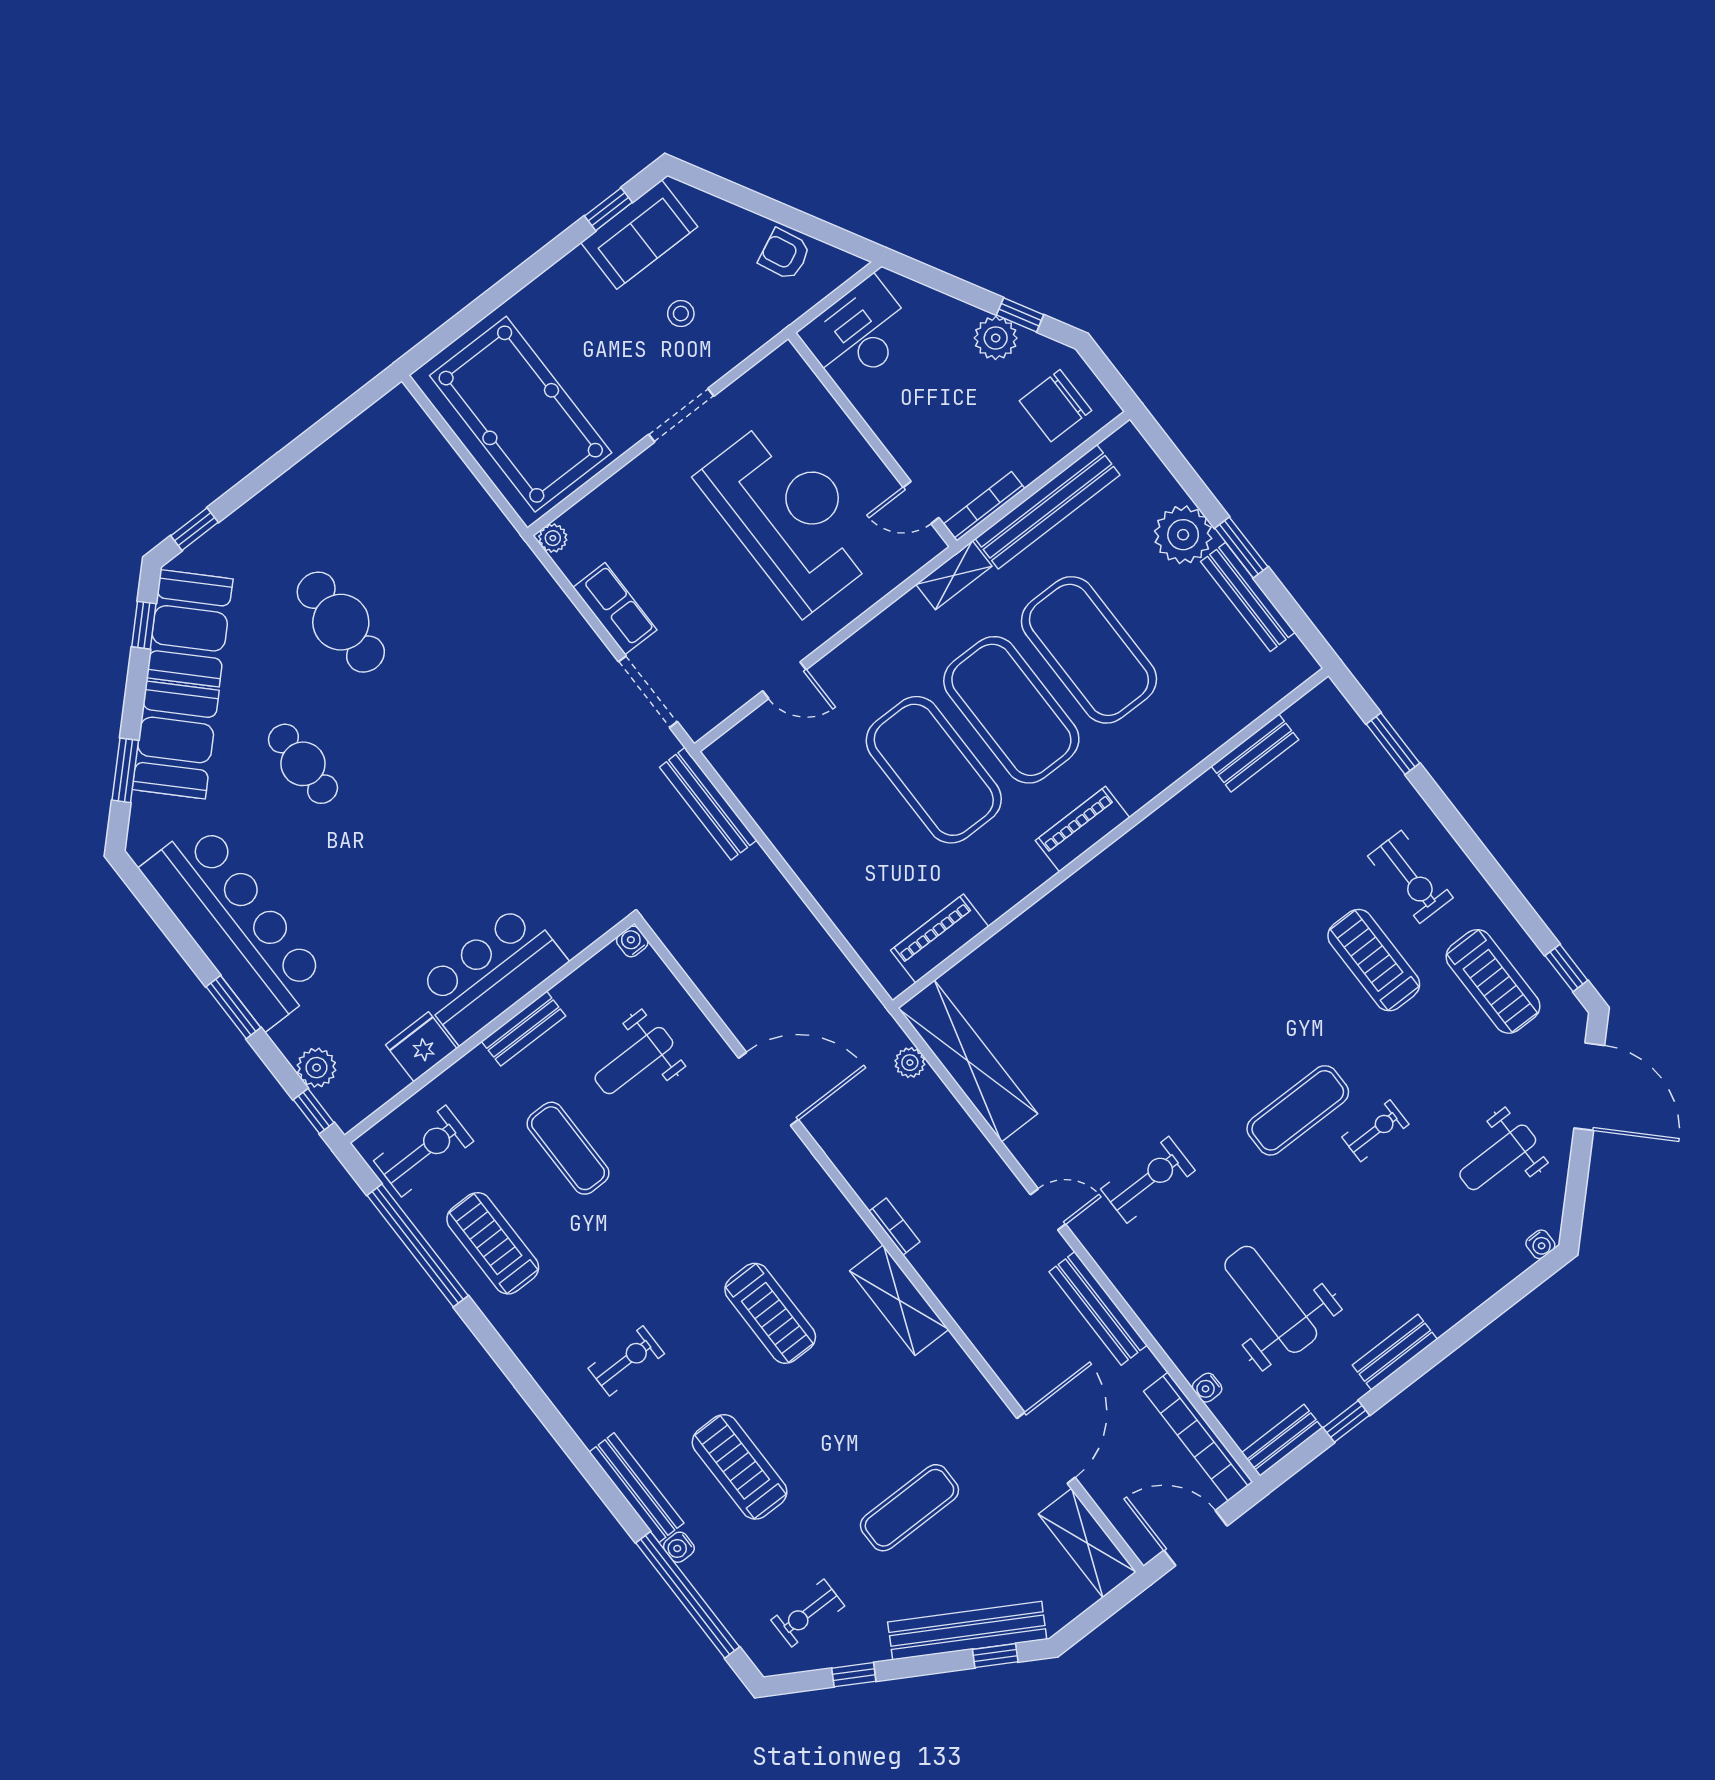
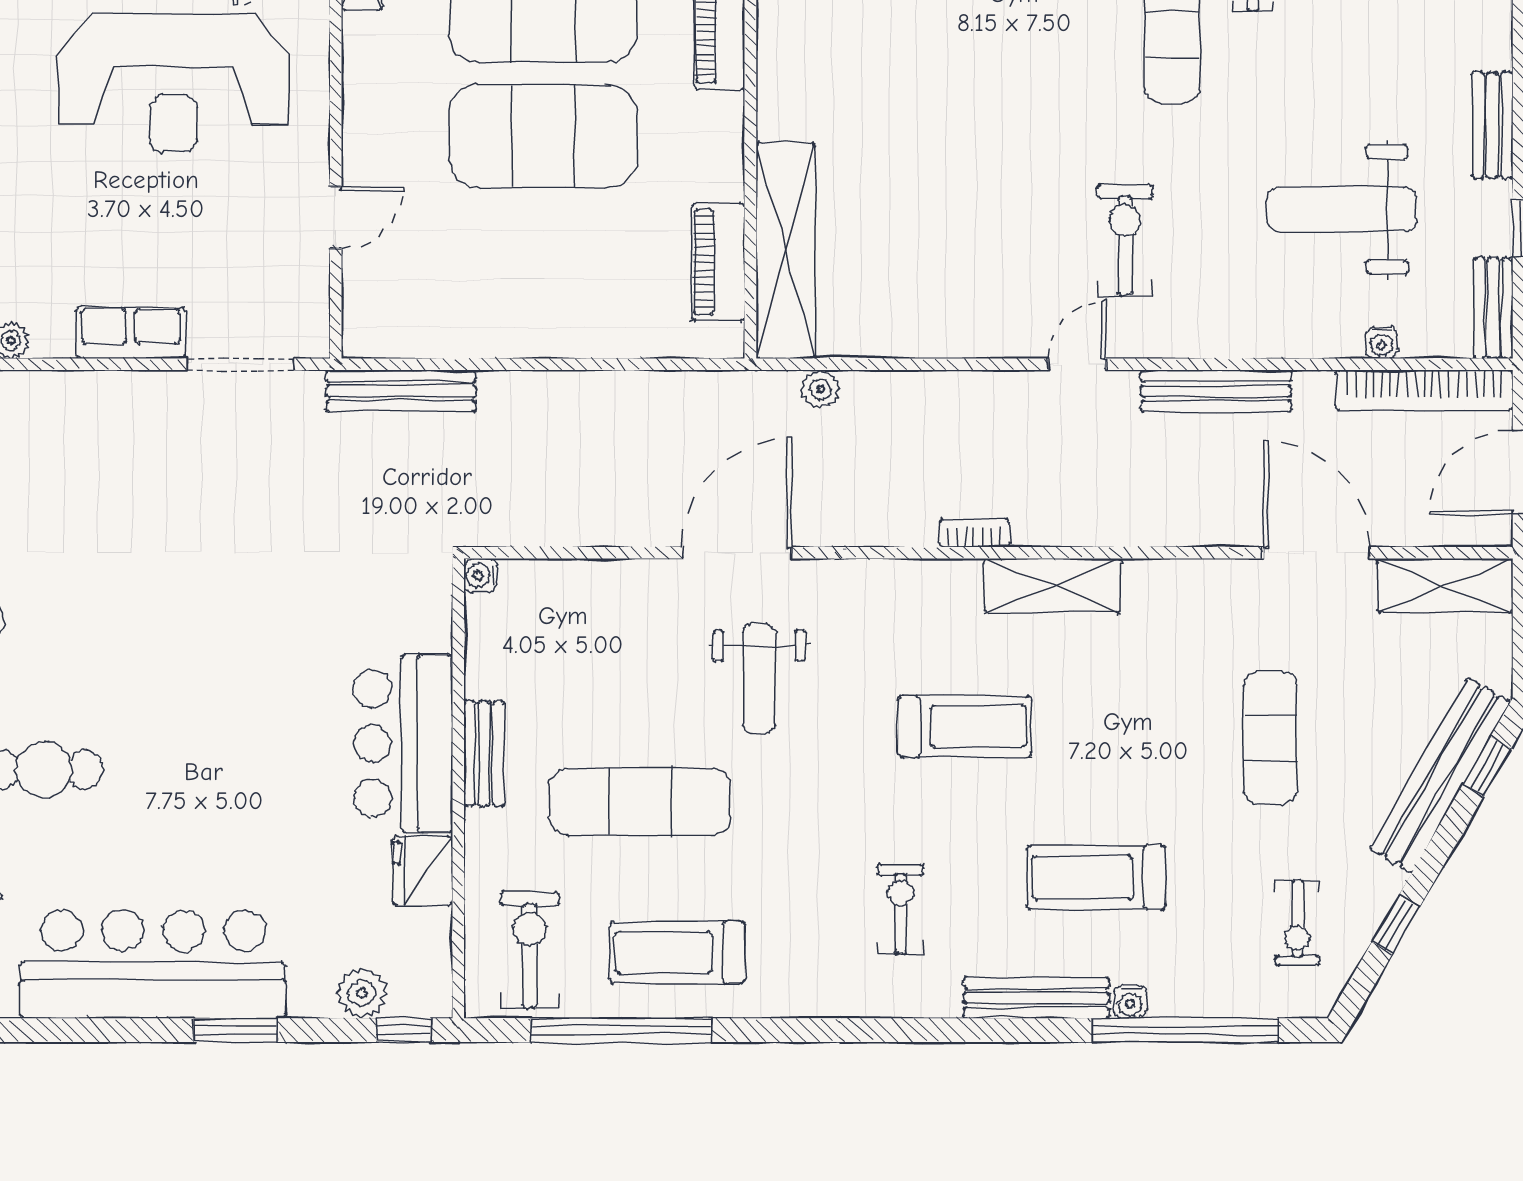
reception desk: (790, 515) -> (173, 83), turned 180
weight bench: (634, 1061) -> (759, 678), moved
shelving: (968, 1061) -> (786, 251), moved, turned 90
exercise mat: (568, 1148) -> (640, 802), width x1.36, depth x1.45

